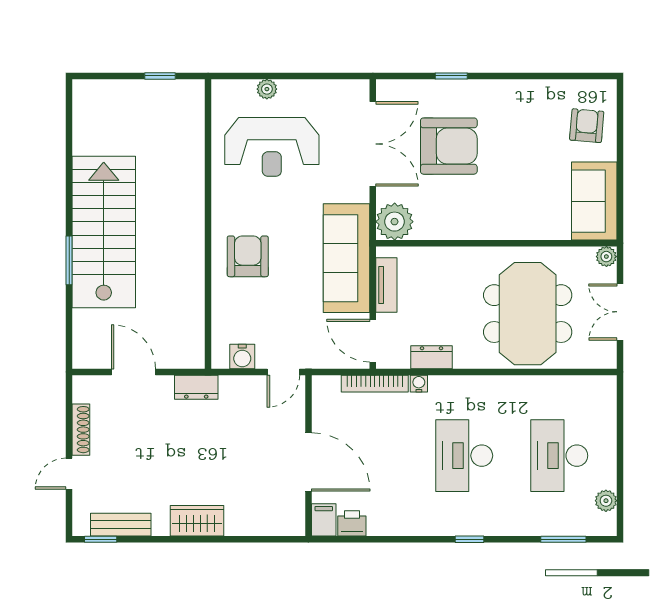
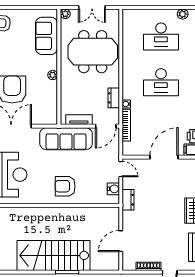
sofa: (594, 201) -> (47, 36), moved, turned 90
plant: (395, 222) -> (53, 75), moved, width x0.53, depth x0.53
dresser: (196, 387) -> (128, 200), moved

